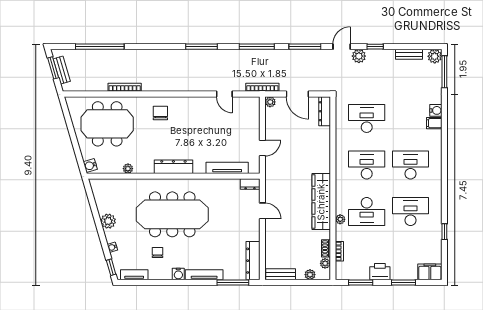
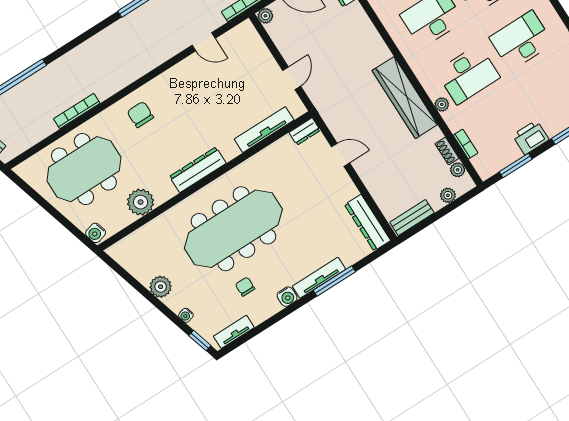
plant: (128, 169) -> (141, 202), width x1.88, depth x1.88
window: (233, 282) -> (334, 281), moved

